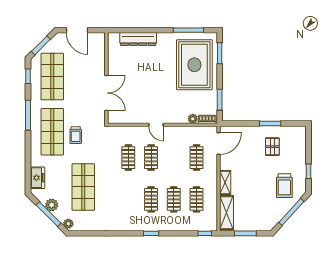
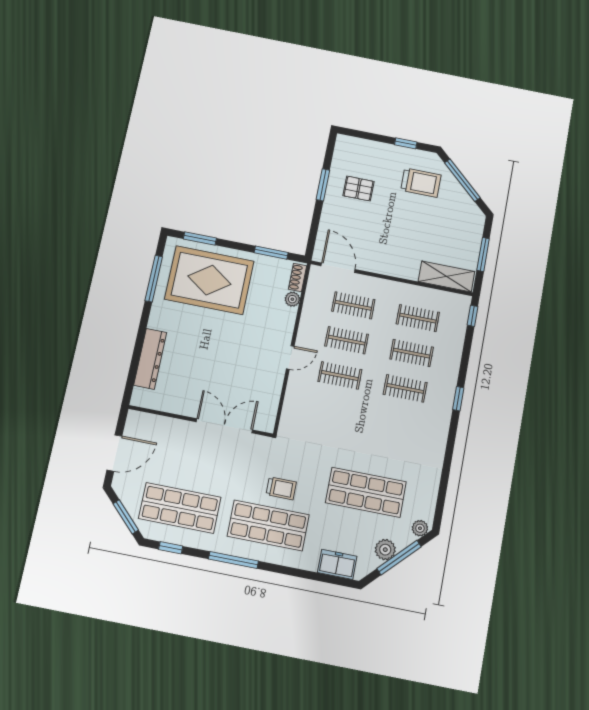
clothes rail: (128, 158) -> (347, 340), moved
shelving: (225, 182) -> (400, 270), removed

